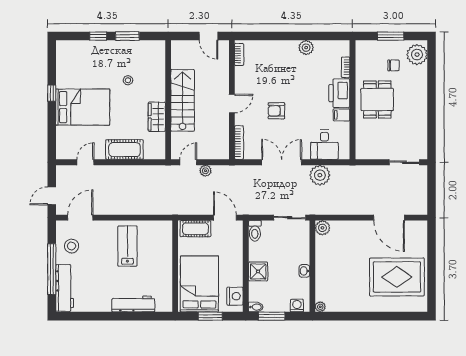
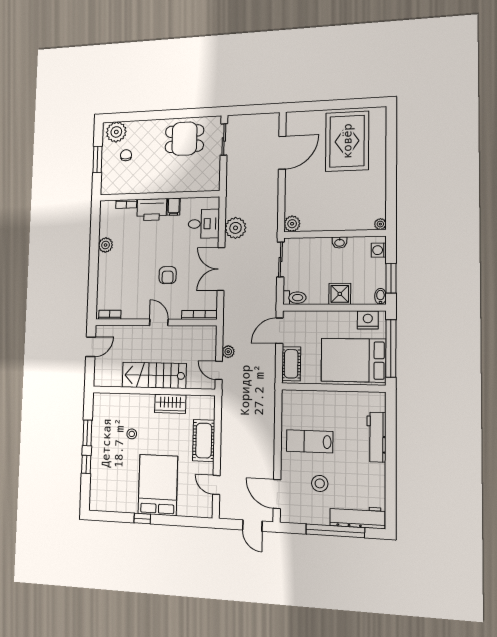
dining table: (377, 100) -> (184, 139), moved
stool: (72, 246) -> (320, 483), moved
window: (210, 316) -> (391, 348), width x2.11

